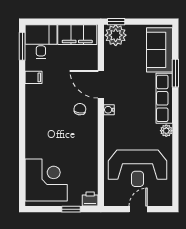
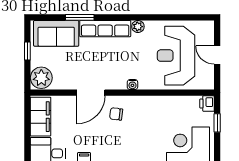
window: (116, 22) -> (27, 51), moved
water cooler: (109, 110) -> (132, 85), moved
reception desk: (138, 168) -> (176, 56), turned 180

